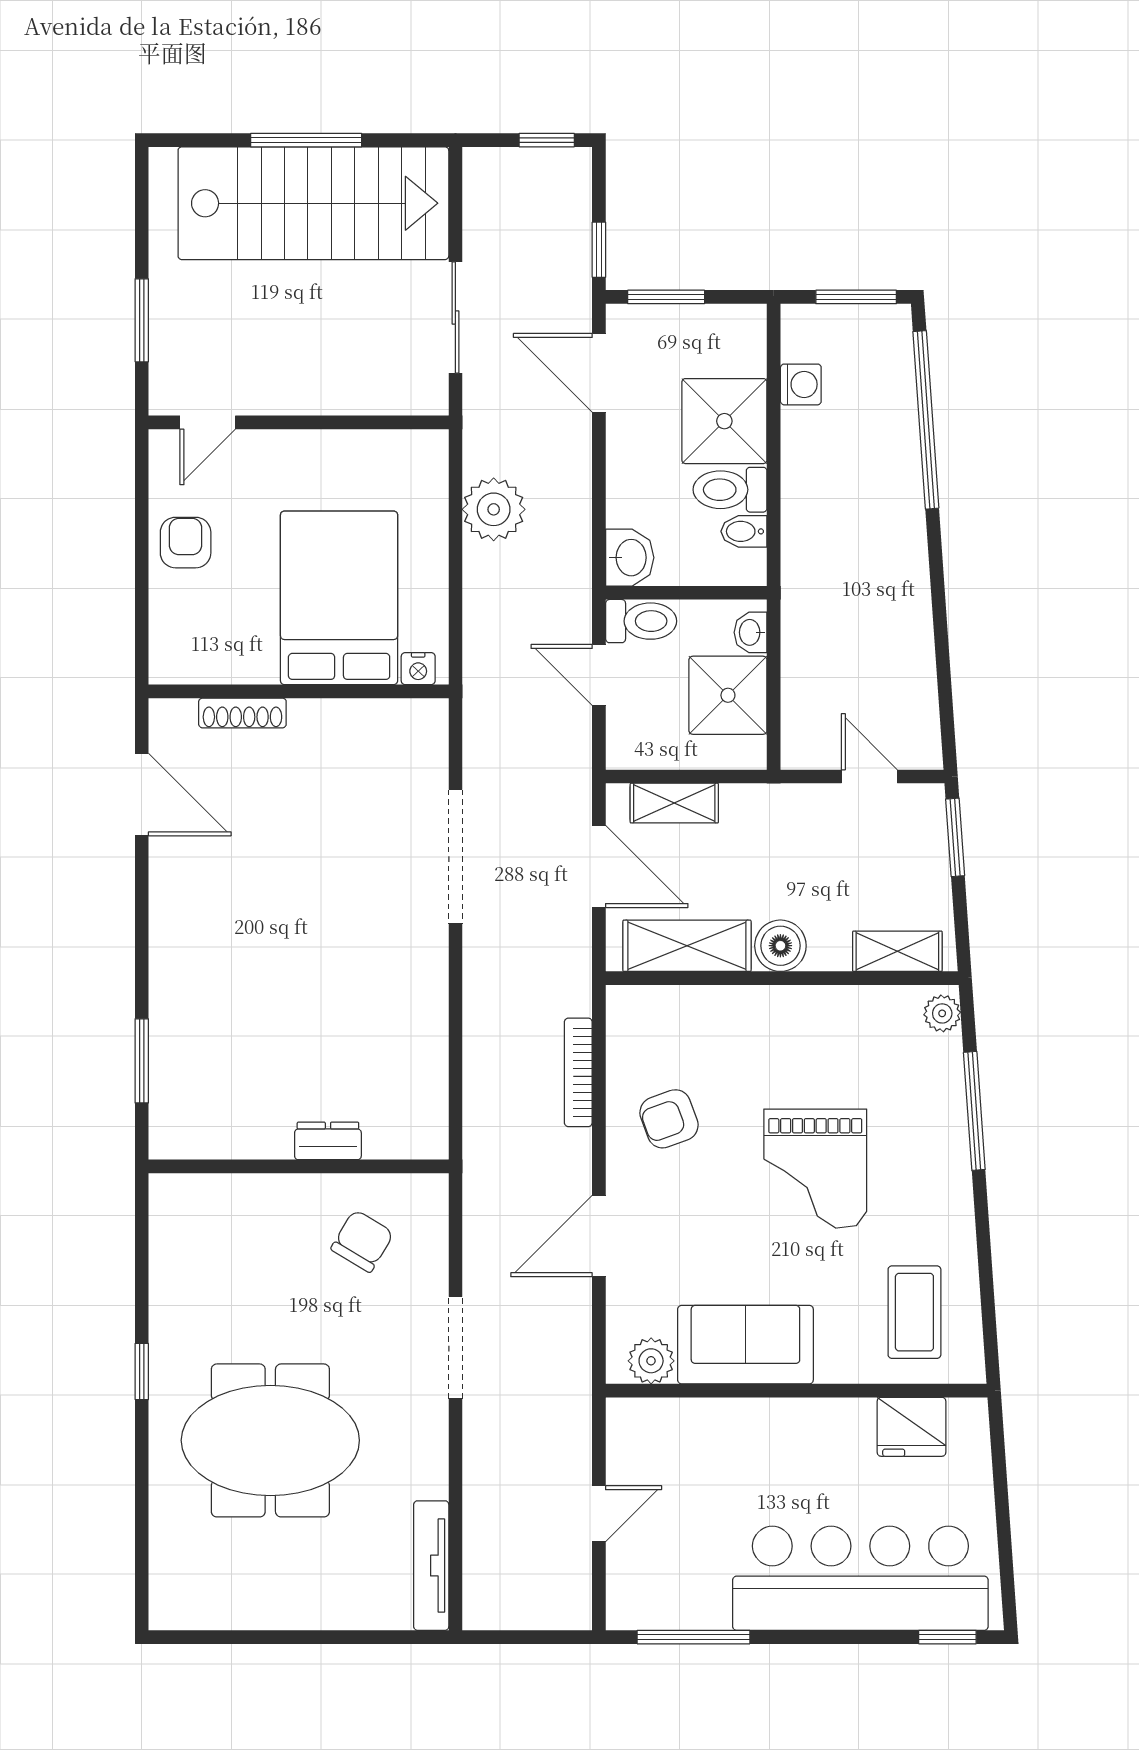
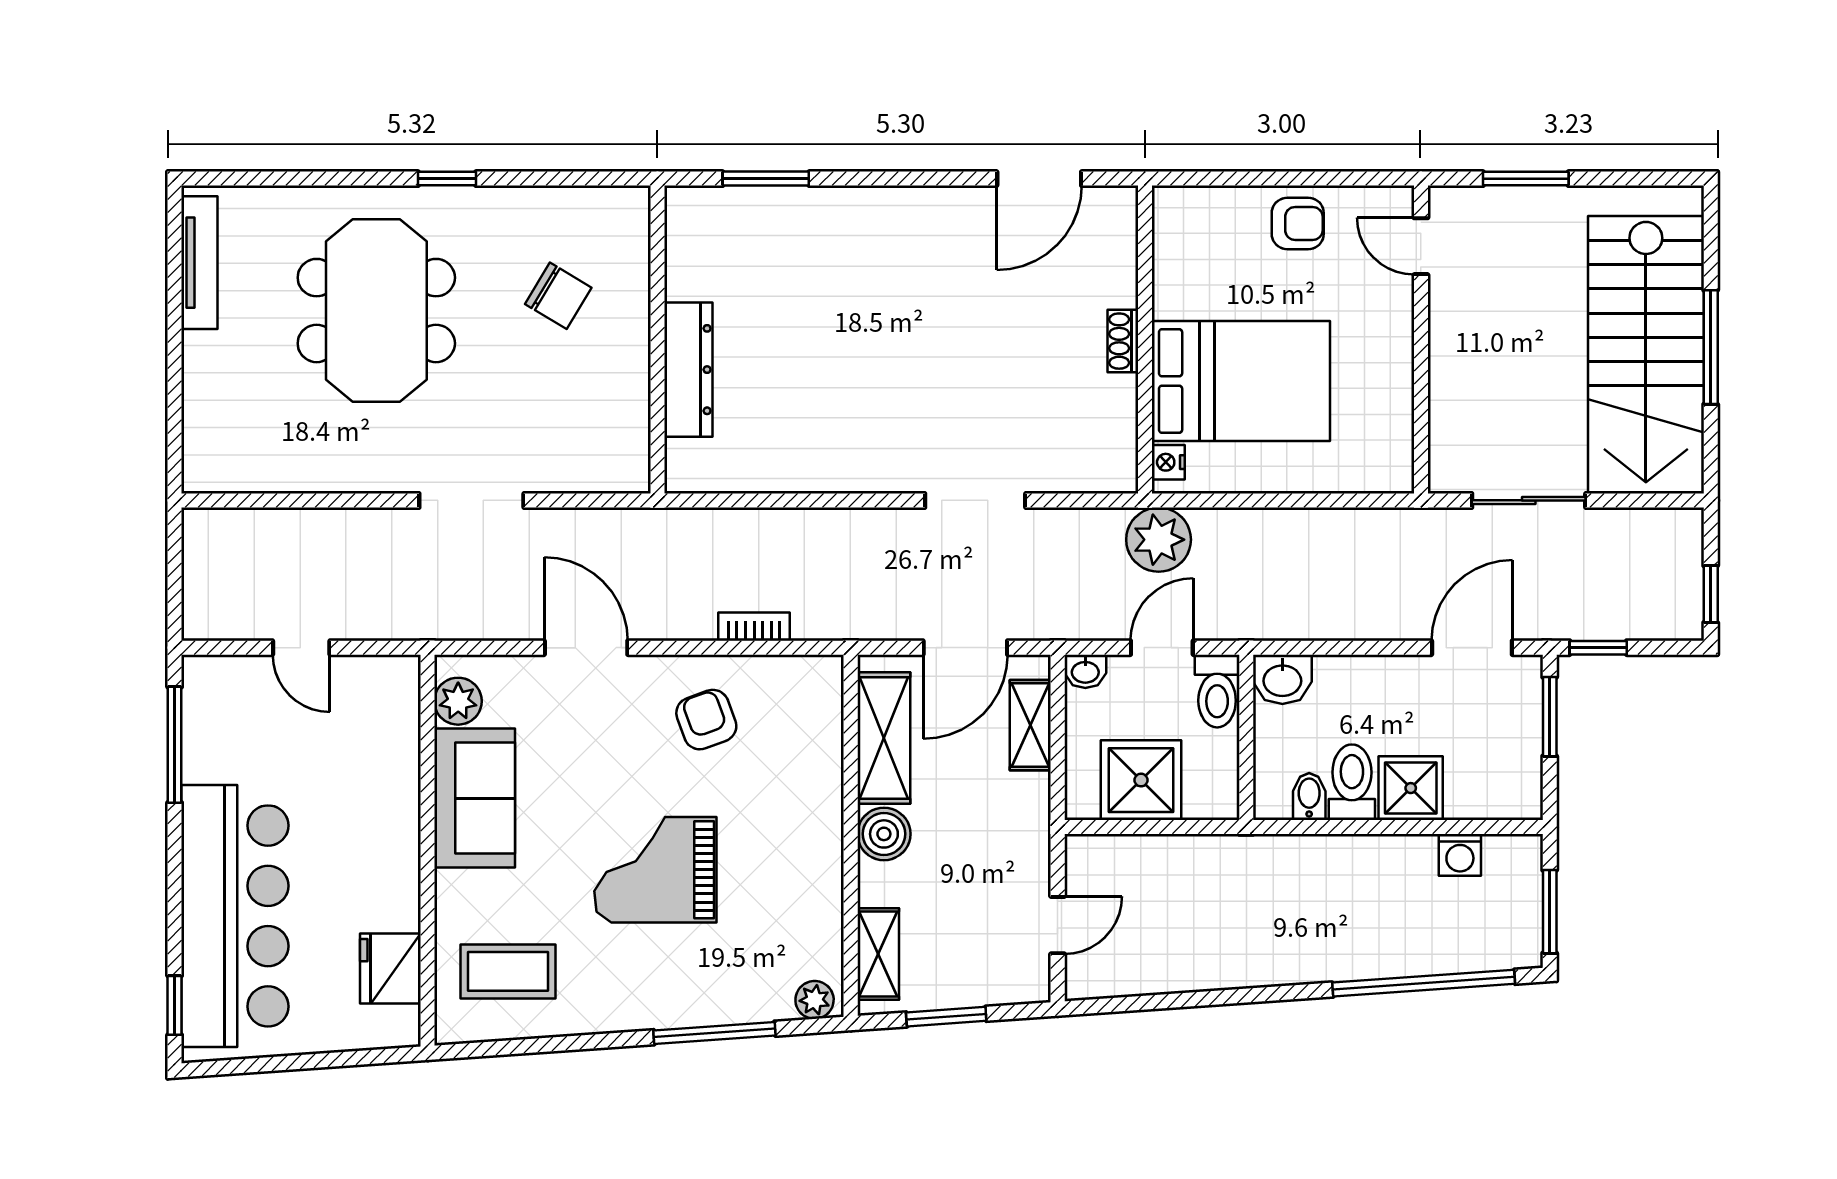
shower: (724, 421) -> (1411, 788), width x0.73, depth x0.73
plant: (494, 509) -> (1159, 540), moved
washbasin: (751, 632) -> (1085, 671), moved, turned 180
shoe rack: (242, 713) -> (1123, 341), moved, width x0.70
window: (955, 837) -> (946, 1017), moved
doorway: (455, 857) -> (975, 500), width x0.73
bookcase: (578, 1072) -> (754, 627), width x0.64
dresser: (328, 1141) -> (688, 370), width x1.96, depth x1.24
chair: (362, 1241) -> (558, 296), moved
tv unit: (431, 1566) -> (199, 263), moved, turned 90

